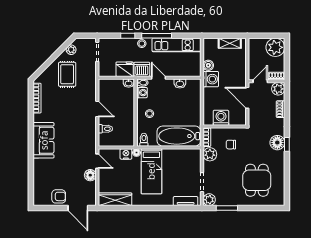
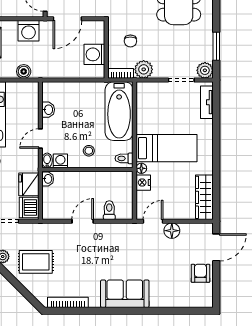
dishwasher: (142, 69) -> (29, 208), moved
washing machine: (211, 79) -> (29, 31), moved, turned 180

